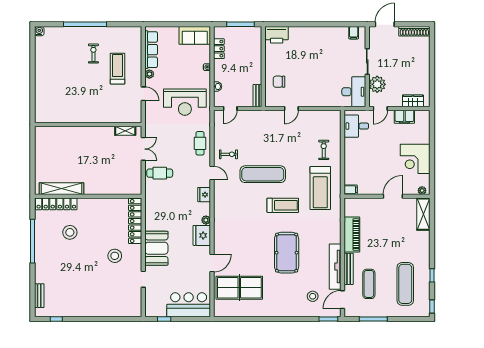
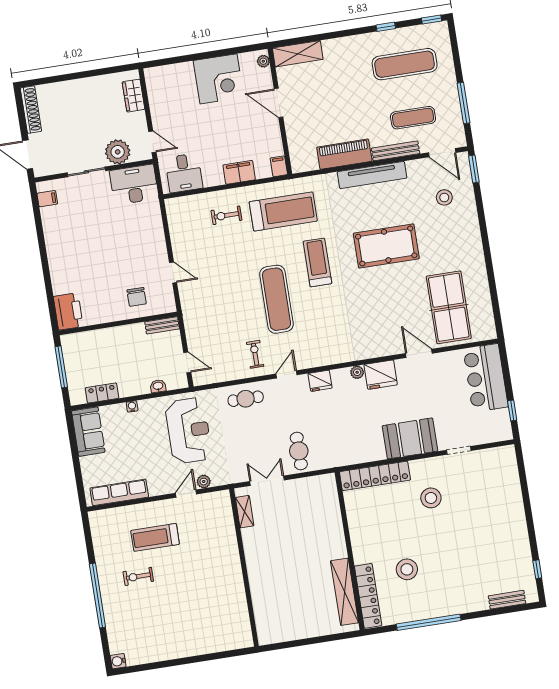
plant: (149, 74) -> (204, 482), moved
filing cabinet: (404, 117) -> (239, 172), moved, turned -90
tv unit: (335, 267) -> (372, 175), moved

